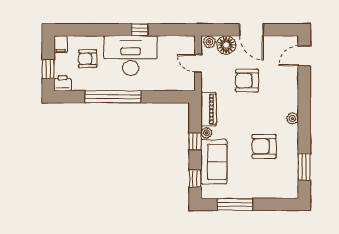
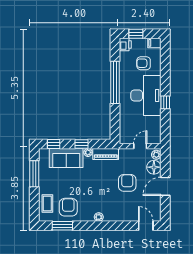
armchair: (88, 59) -> (144, 63), turned -90
armchair: (264, 146) -> (68, 207), moved
coffee table: (275, 187) -> (47, 204), added

